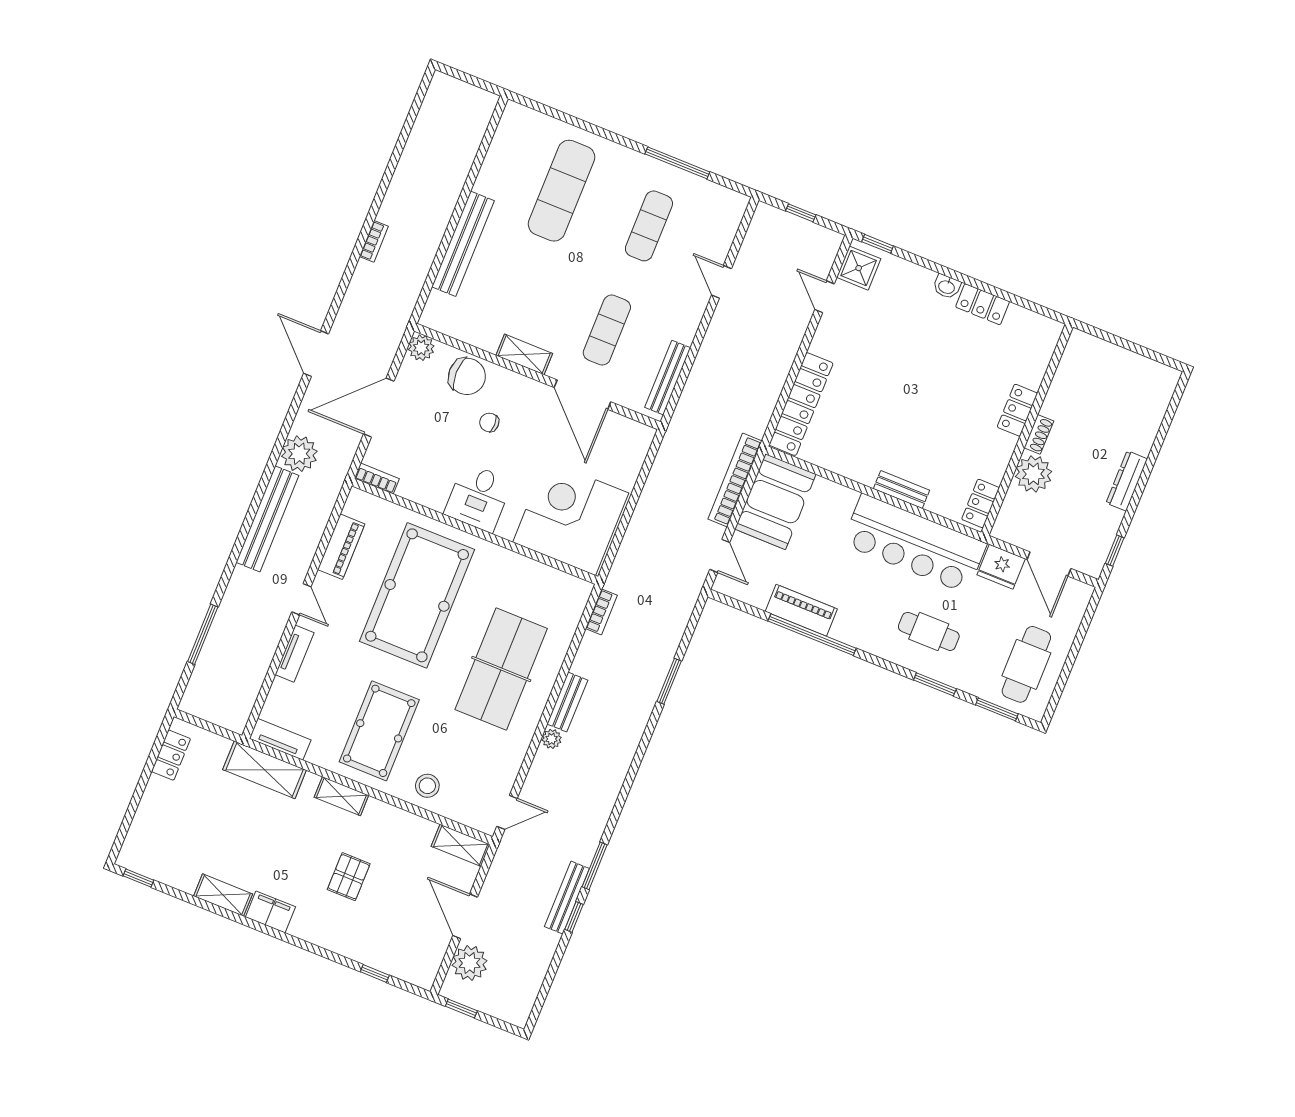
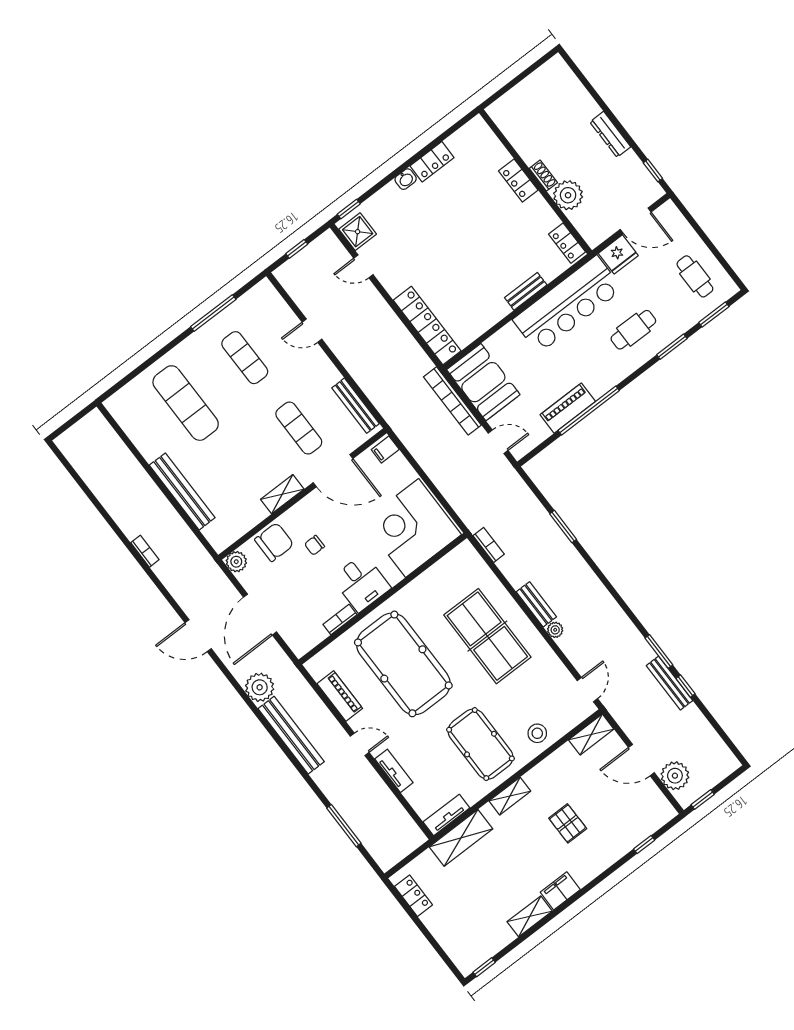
filing cabinet: (639, 438) -> (385, 450), added
bookcase: (377, 478) -> (340, 620), moved
cafe table: (1026, 664) -> (695, 276), width x0.73, depth x0.74

